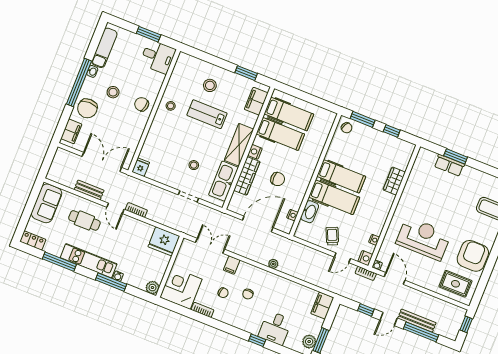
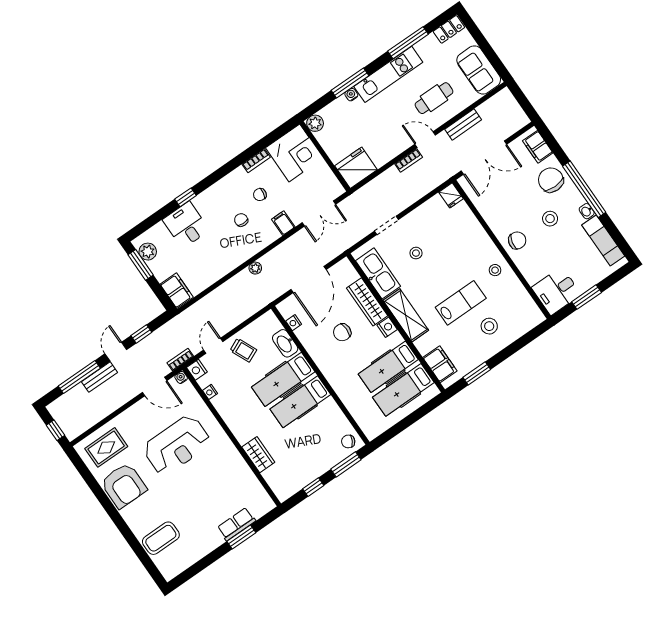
bench: (417, 321) -> (99, 377), width x0.73

